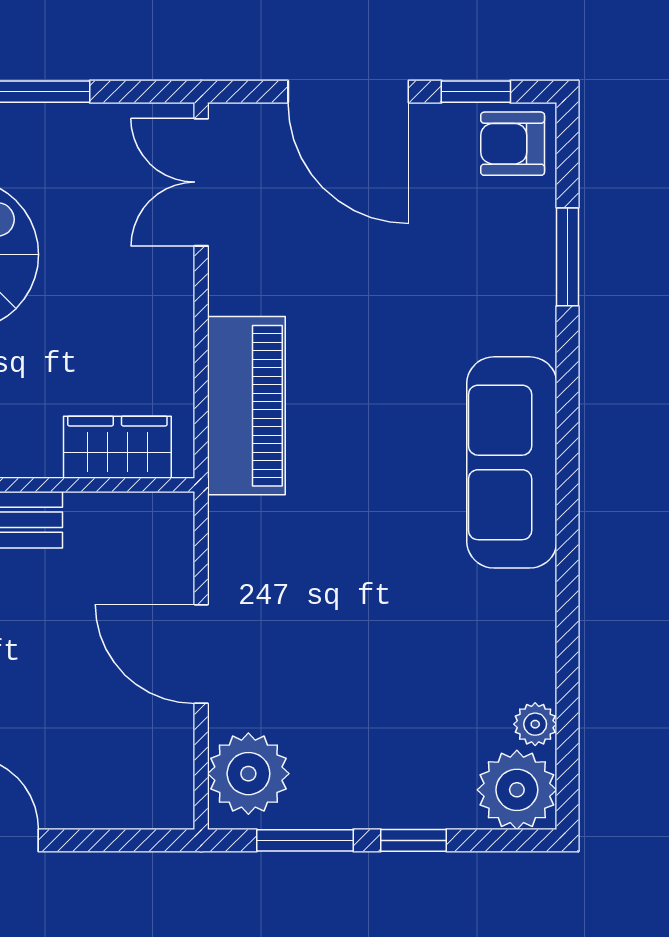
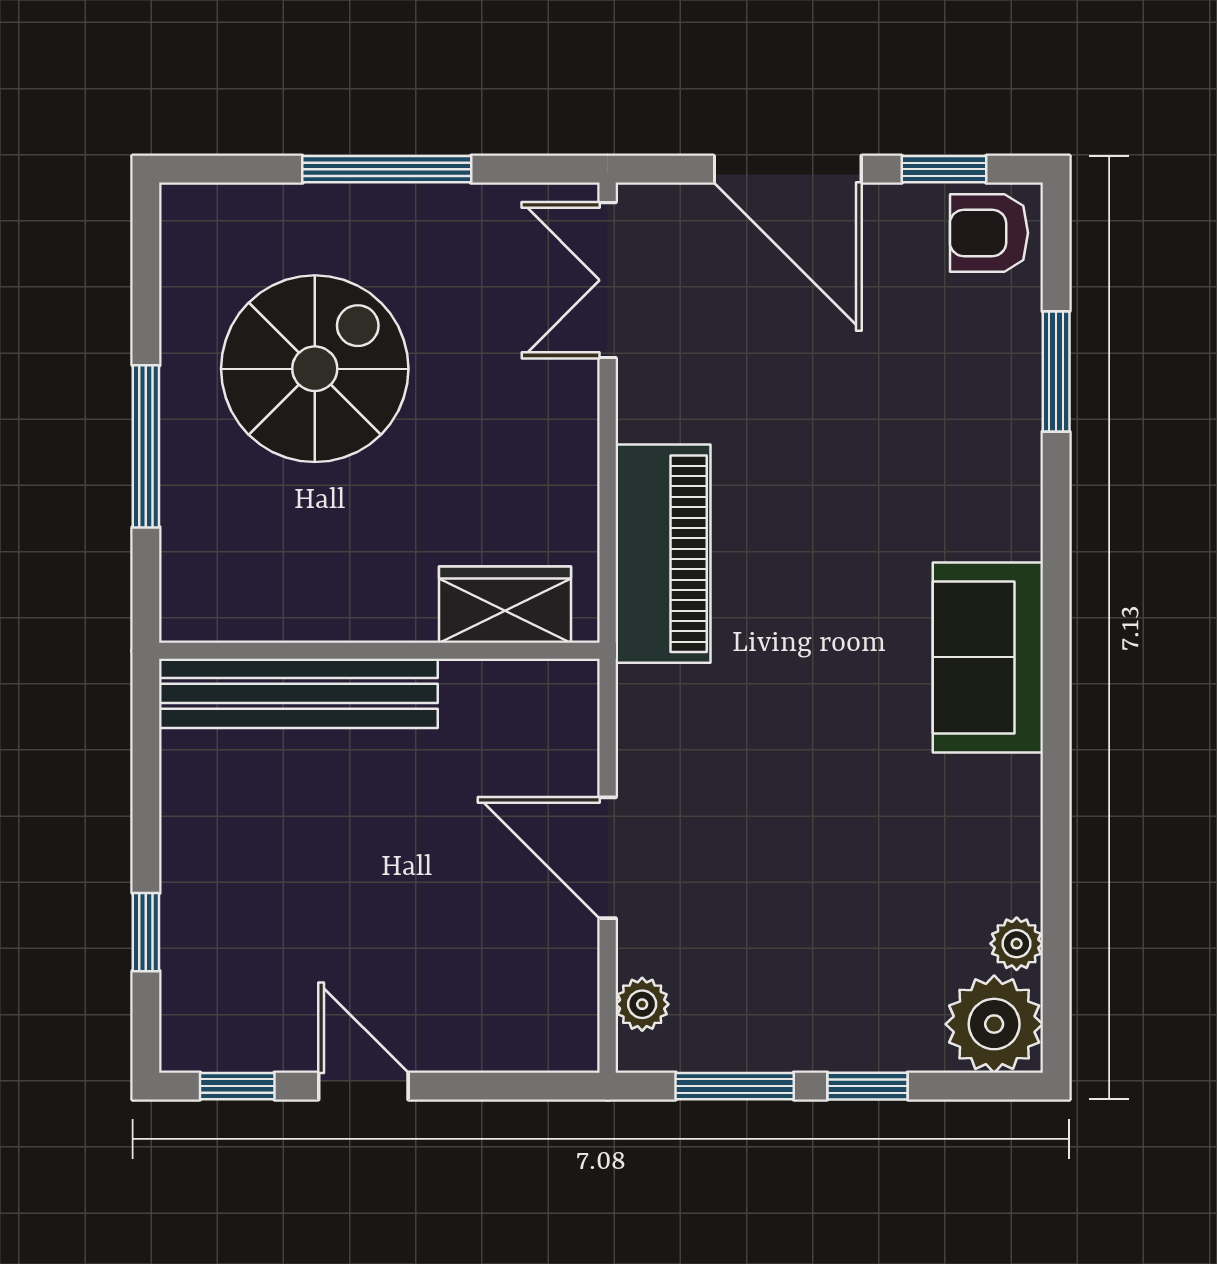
sofa: (512, 462) -> (988, 657), width x0.73
plant: (248, 774) -> (642, 1004), width x0.53, depth x0.53

